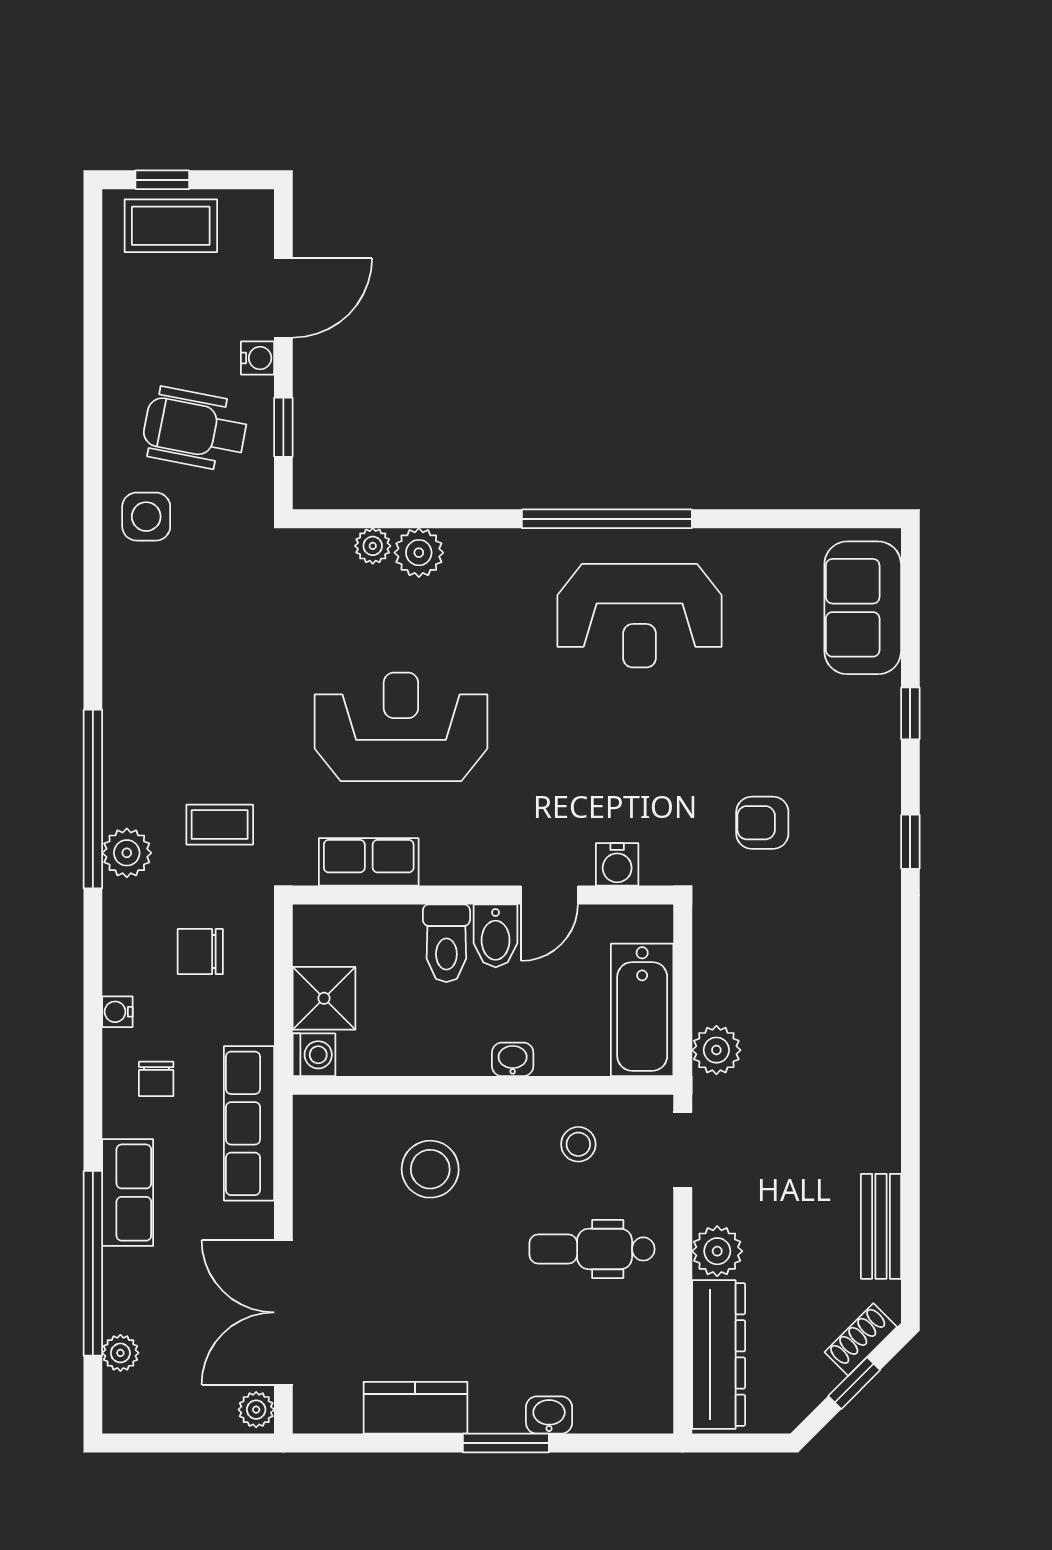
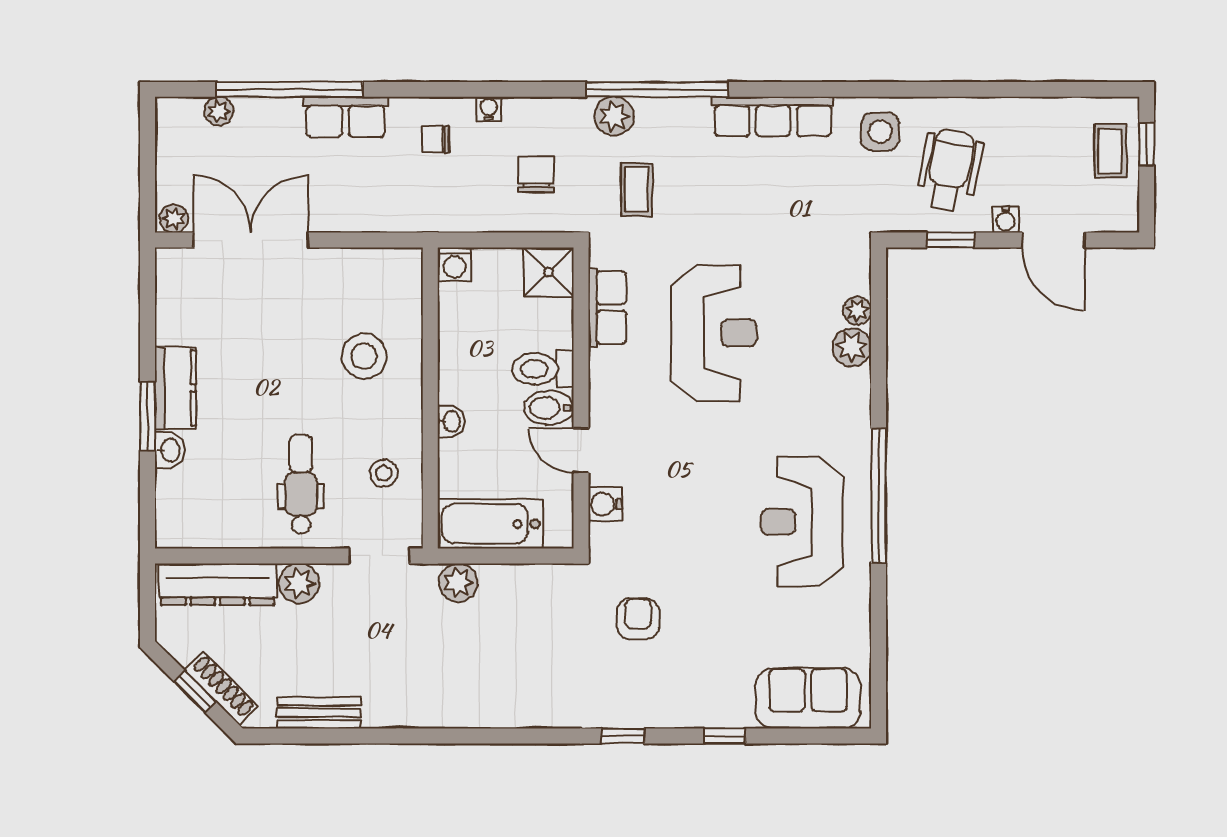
coffee table: (171, 226) -> (1110, 151), width x0.73, depth x0.77
shower: (324, 998) -> (549, 272), moved
row of seats: (249, 1123) -> (773, 117), moved, turned 180
shoe rack: (861, 1339) -> (221, 688), width x1.43
kitchen counter: (415, 1408) -> (175, 388), moved

